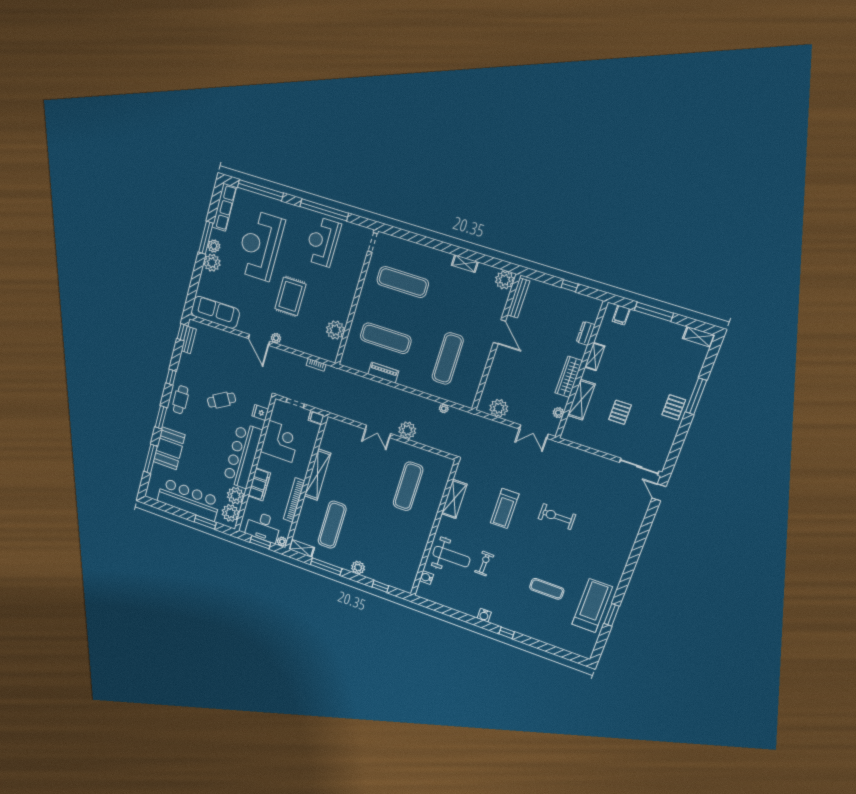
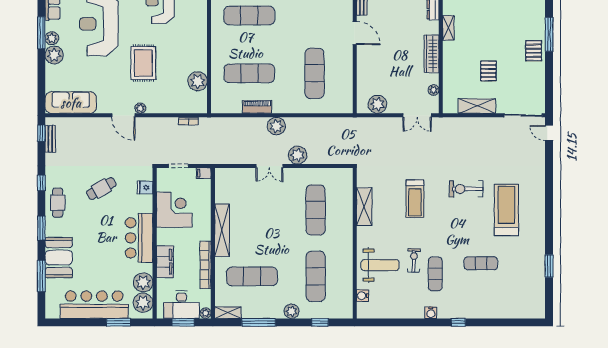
shelving: (581, 400) -> (477, 106), moved, turned 90
plant: (444, 408) -> (276, 126), moved, width x1.88, depth x1.88
bar counter: (243, 456) -> (139, 238), width x0.73
exercise mat: (332, 525) -> (252, 276), turned 90
exercise mat: (389, 545) -> (316, 276), added
exercise mat: (500, 583) -> (435, 274), added
treadmill: (592, 606) -> (506, 210), moved

